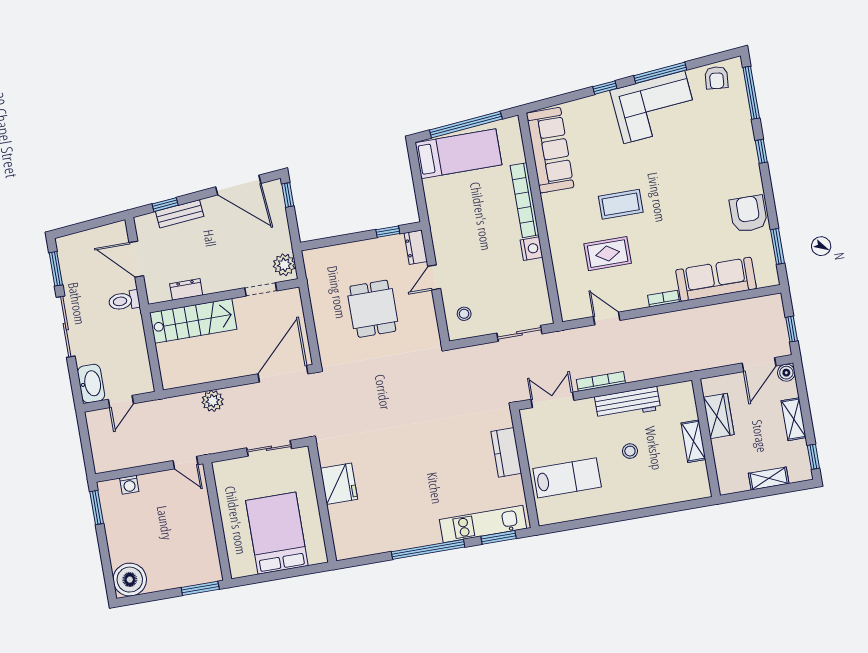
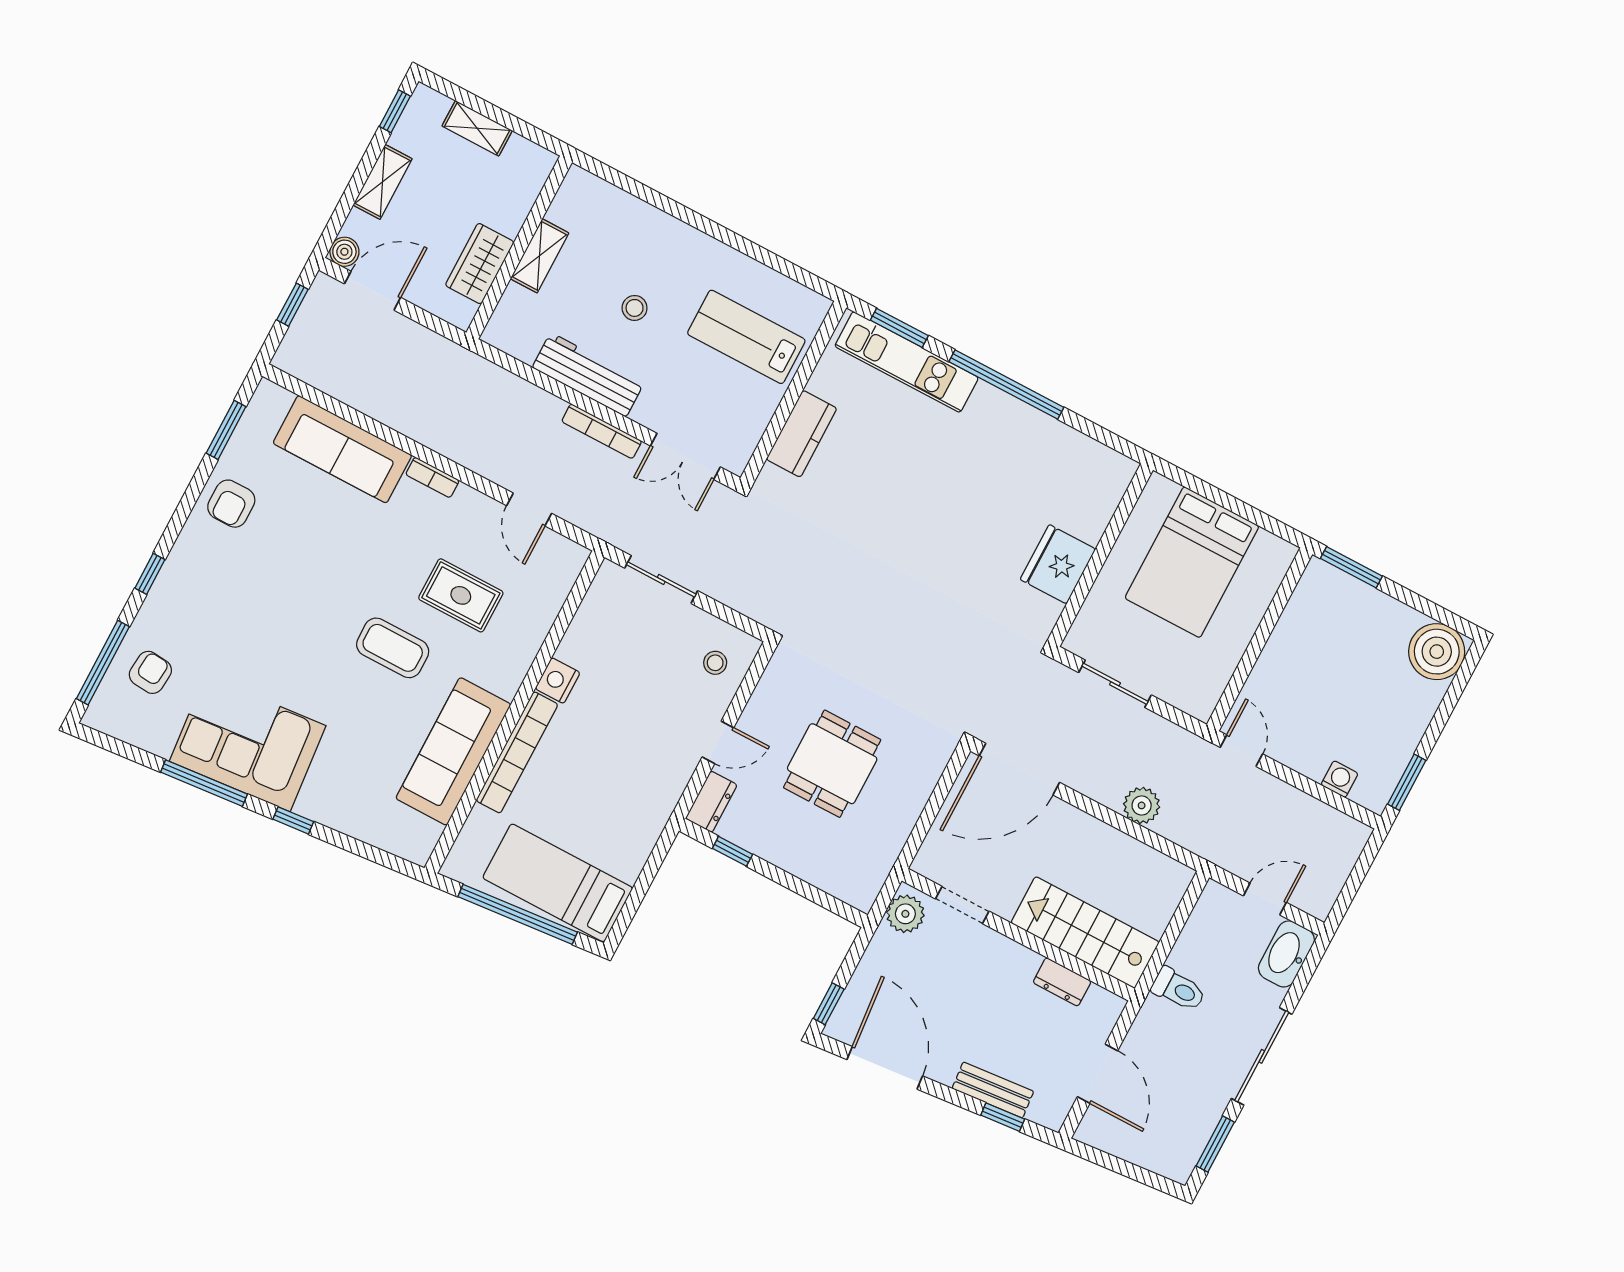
armchair: (716, 78) -> (150, 672), moved
sofa: (550, 150) -> (453, 751), moved
armchair: (748, 214) -> (231, 504), width x0.72, depth x0.72
toilet: (124, 301) -> (1179, 989), moved

